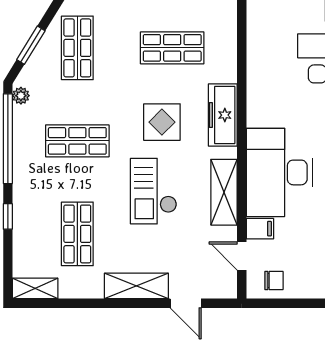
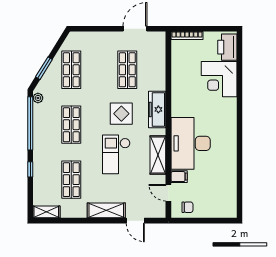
shop shelf: (172, 48) -> (127, 70), turned 90
shop shelf: (77, 141) -> (71, 125), turned 90

